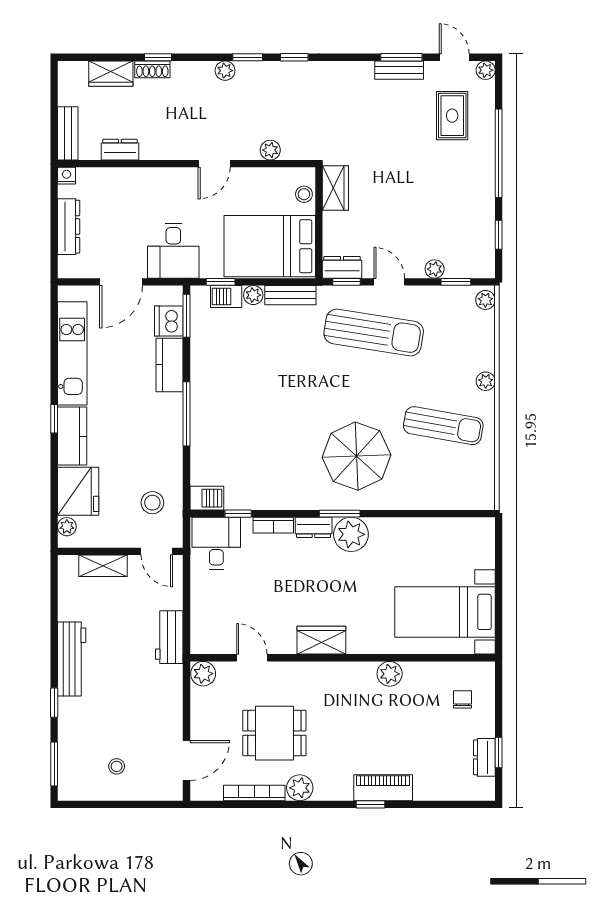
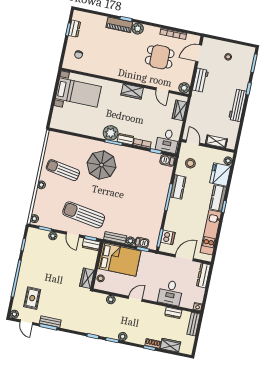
dresser: (69, 227) -> (203, 275), moved
desk: (173, 251) -> (170, 293), moved, turned 180
kitchen counter: (169, 365) -> (178, 187), moved
wardrobe: (203, 620) -> (179, 110), added
workbench: (169, 637) -> (200, 80), moved
plant: (390, 674) -> (107, 72), removed
plant: (300, 788) -> (138, 29), moved

